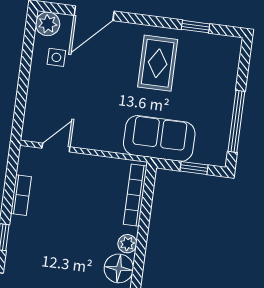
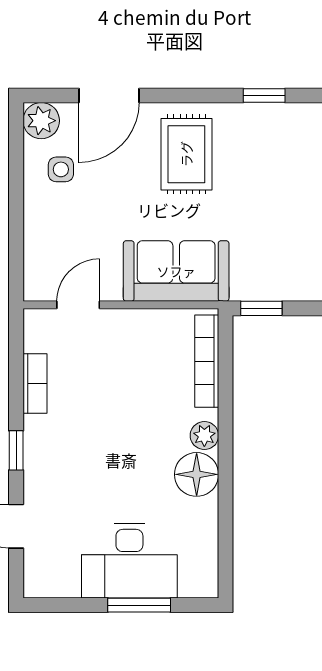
rug: (158, 63) -> (186, 154), moved
sofa: (159, 138) -> (176, 271), moved
window: (194, 168) -> (261, 308), moved

